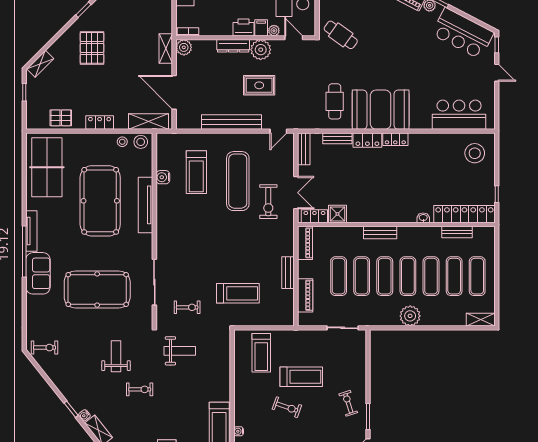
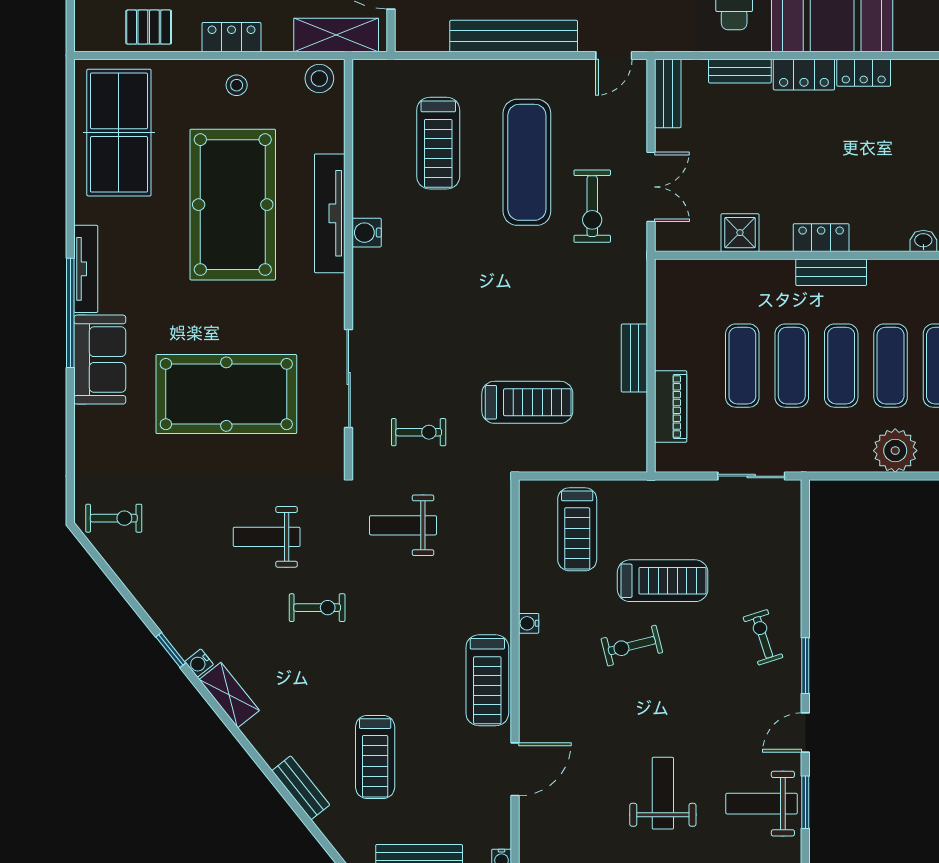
stool: (122, 142) -> (237, 85), moved
water cooler: (163, 177) -> (367, 233), moved
locker: (314, 216) -> (821, 238), moved
piano: (305, 243) -> (671, 295), removed
weight bench: (180, 351) -> (403, 525), turned 180
weight bench: (116, 356) -> (267, 537), turned -90
exercise bike: (287, 407) -> (632, 646), turned 147
water cooler: (239, 431) -> (529, 623), moved

